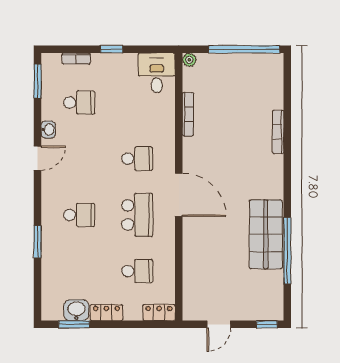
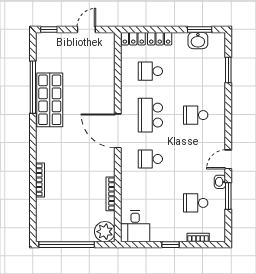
plant: (189, 60) -> (105, 232), width x1.88, depth x1.88
window: (38, 81) -> (228, 196), moved
window: (38, 242) -> (228, 70), moved
locker: (106, 313) -> (160, 39), moved

